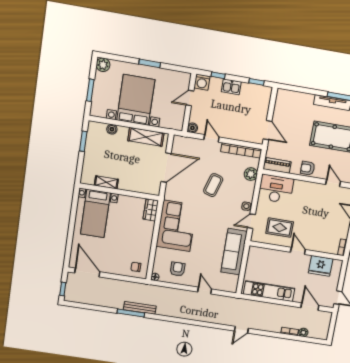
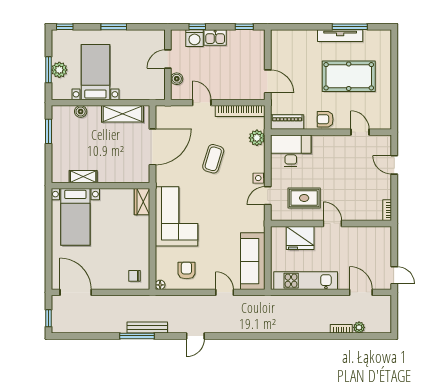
window: (109, 56) -> (65, 27), added
plant: (103, 65) -> (59, 70), moved
washing machine: (202, 82) -> (194, 38), moved
bed with nightstands: (136, 100) -> (95, 72), width x0.73
boiler: (192, 128) -> (177, 79), moved
sofa: (234, 252) -> (253, 261), moved
fridge: (321, 266) -> (300, 238), moved
door: (241, 330) -> (195, 336), moved

